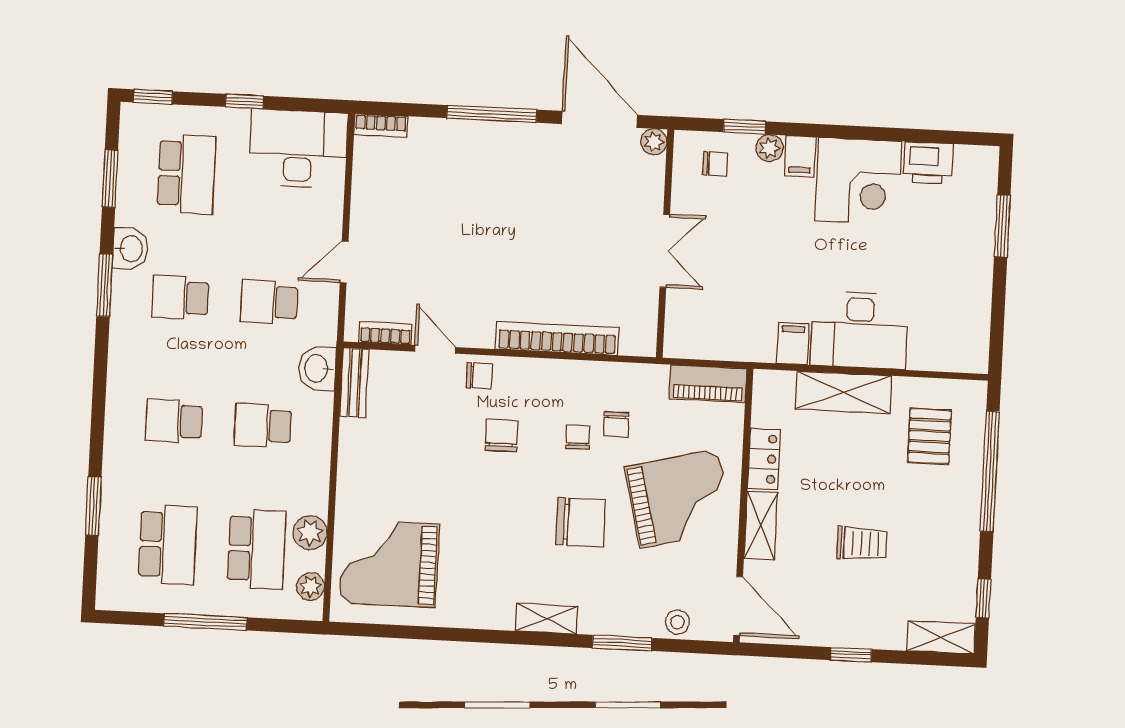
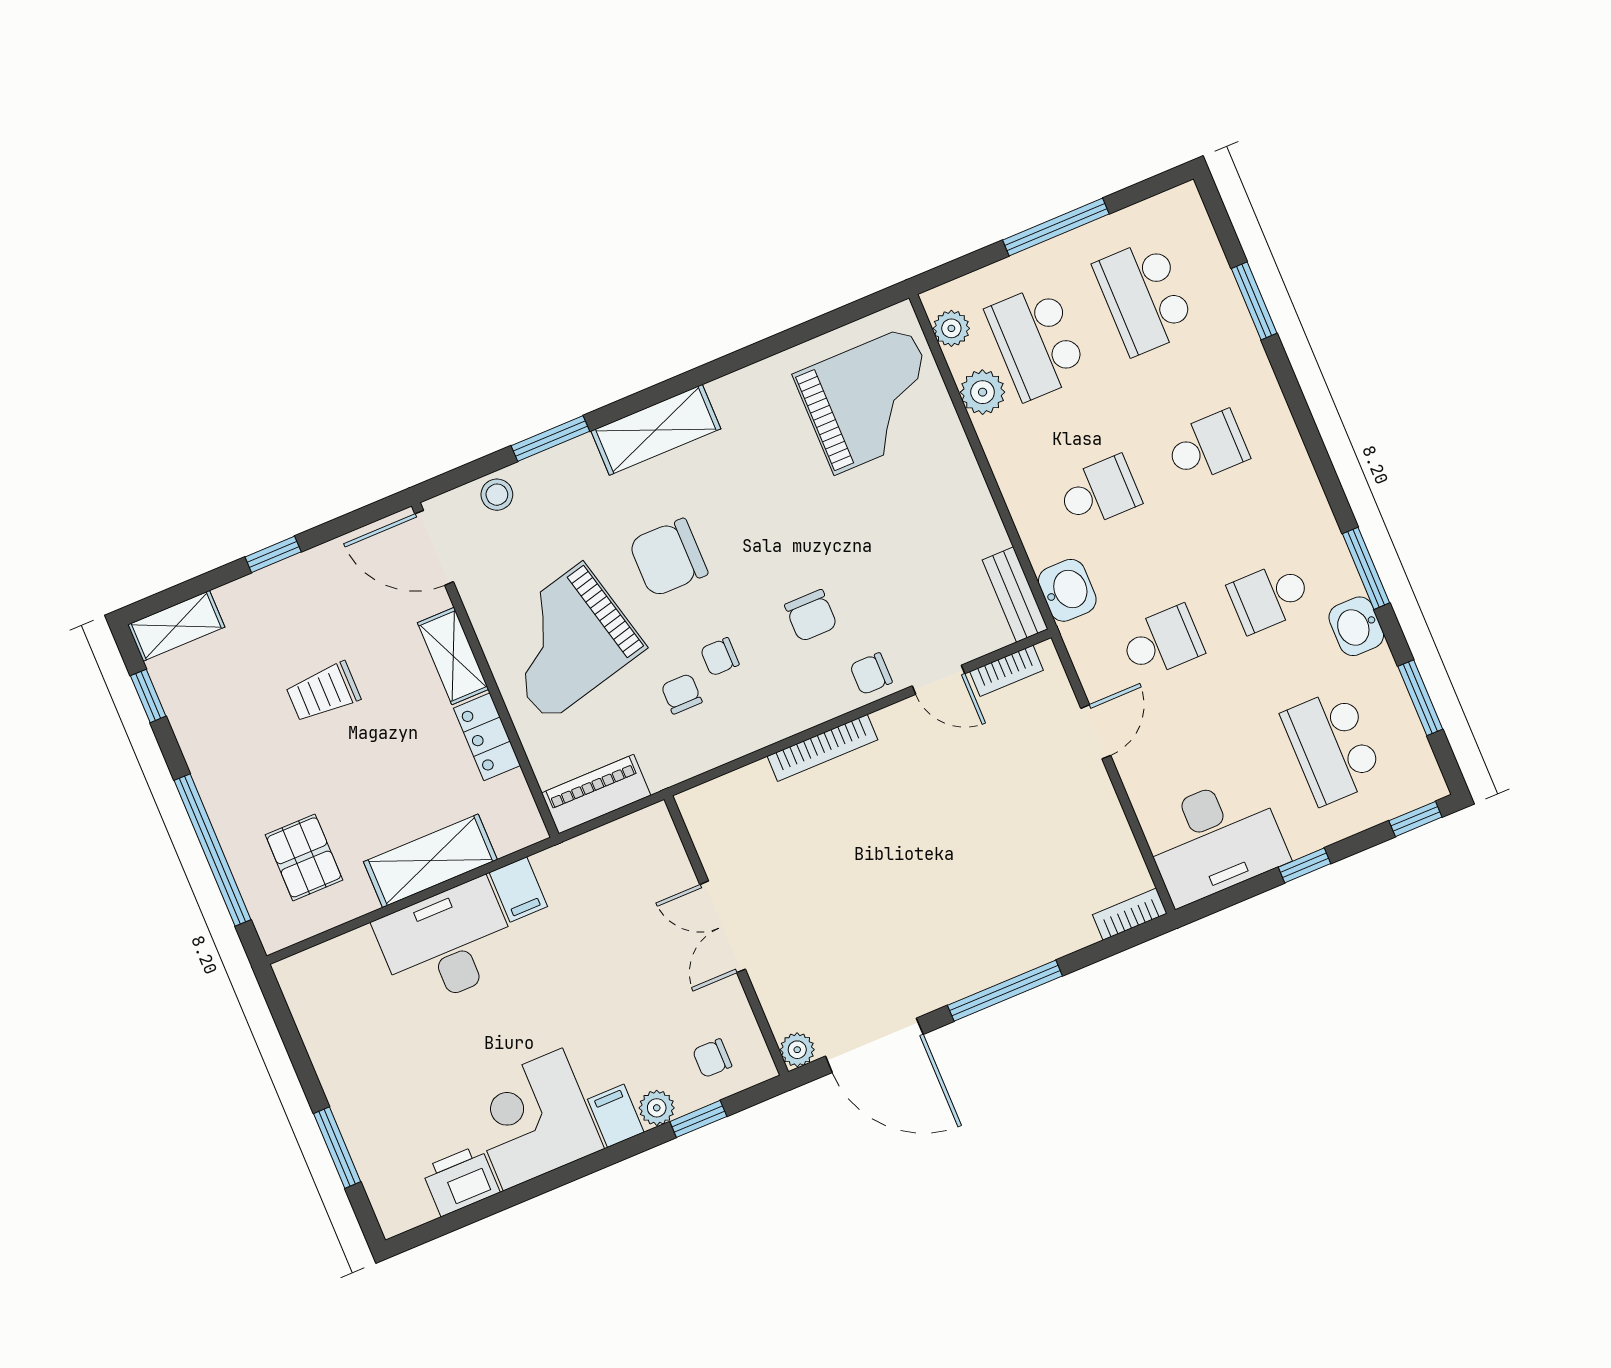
school desk: (180, 297) -> (1270, 597), turned 180
bookcase: (557, 338) -> (822, 748), width x0.68, depth x0.76
chair: (578, 437) -> (720, 657), turned 91
shelving: (547, 619) -> (656, 430), width x1.50, depth x1.33

